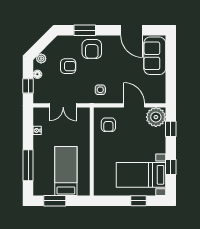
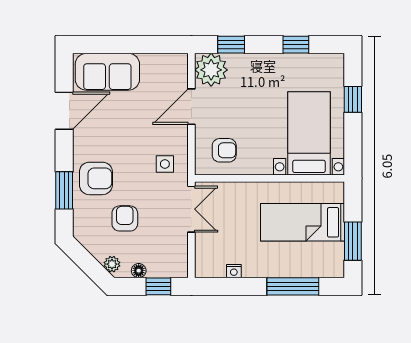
double door: (63, 105) -> (191, 209), moved
bed with nightstands: (141, 175) -> (309, 133), moved, turned 180

